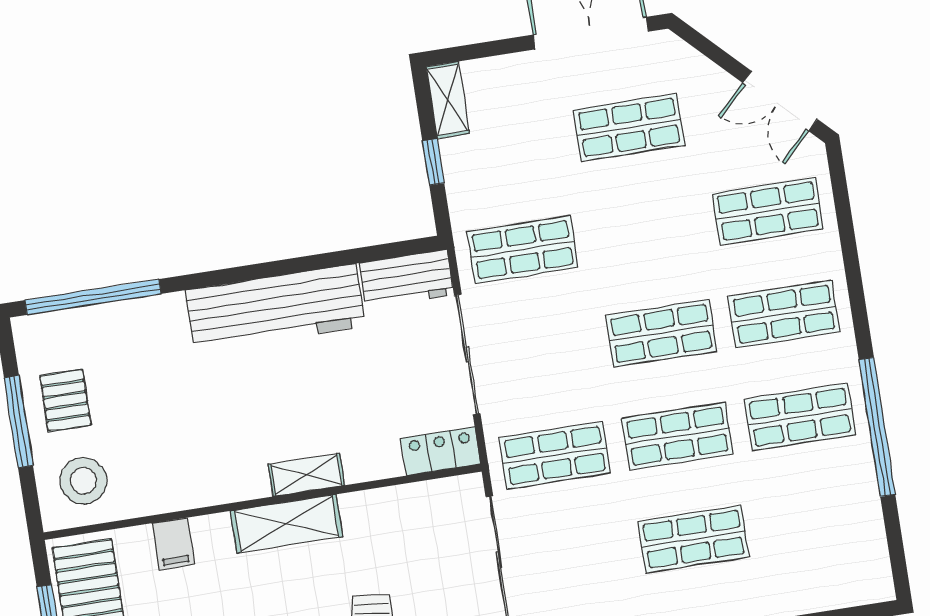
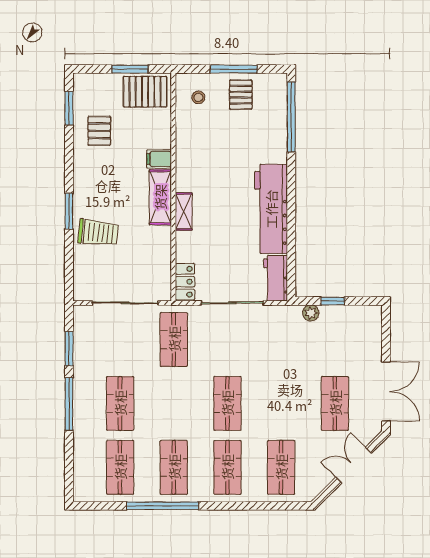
shelving: (448, 100) -> (363, 313), removed
double door: (780, 101) -> (354, 465), moved
plant: (463, 201) -> (311, 313), added
shop shelf: (523, 250) -> (281, 339), removed
pallet: (65, 400) -> (241, 95), turned 90
shop shelf: (677, 436) -> (120, 467), moved
stool: (83, 481) -> (198, 97), width x0.53, depth x0.53
filing cabinet: (173, 544) -> (159, 159), moved

